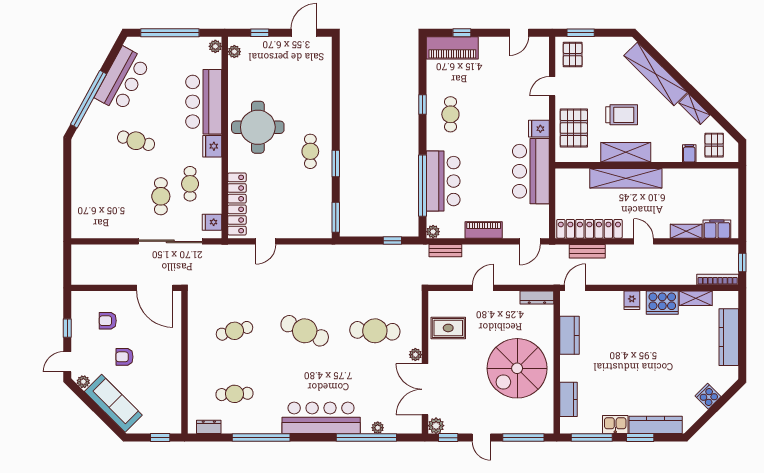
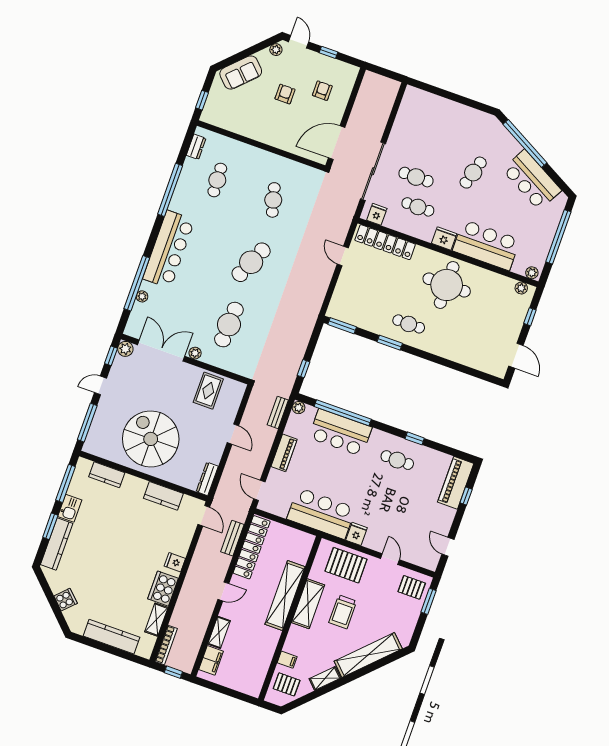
sofa: (113, 403) -> (241, 73), width x0.73

